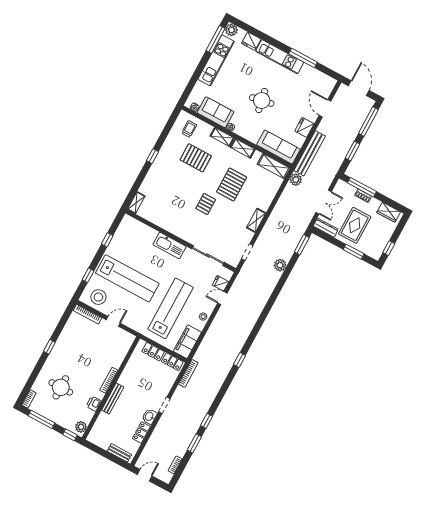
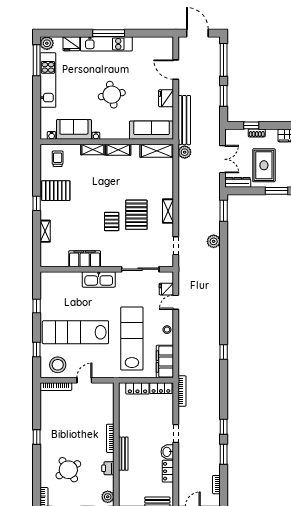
window: (303, 58) -> (109, 33), moved
pallet: (196, 158) -> (56, 191), moved
pallet: (232, 184) -> (136, 215), moved
window: (362, 187) -> (251, 125), width x0.46
shelving: (136, 203) -> (45, 231), moved
filing cabinet: (167, 222) -> (85, 259), added
lab bench: (127, 278) -> (75, 332), turned 180
round table: (61, 387) -> (68, 470), turned -33

